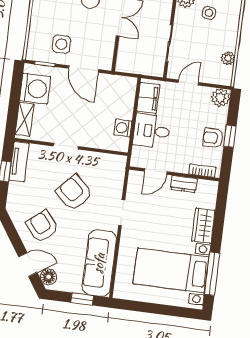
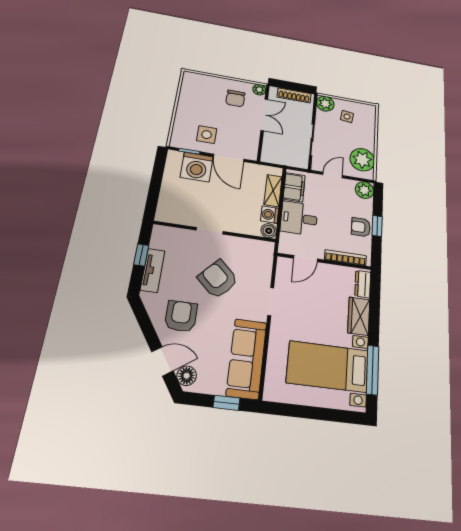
plant: (228, 58) -> (362, 160), width x1.87, depth x1.87
washing machine: (35, 89) -> (197, 167), moved, turned 90
shelving: (24, 119) -> (273, 191), moved
boiler: (122, 145) -> (269, 231), added
tv unit: (19, 162) -> (153, 270), moved
bookcase: (202, 171) -> (345, 258), width x1.56
dresser: (184, 184) -> (363, 284), moved, turned 90
armchair: (42, 226) -> (181, 316), turned 39

